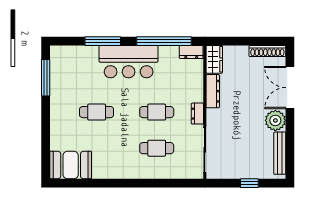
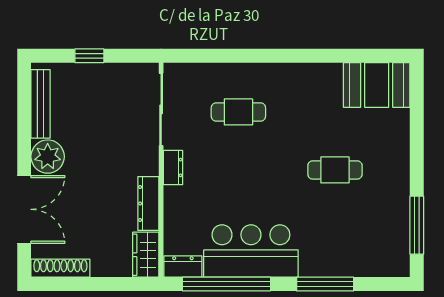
bar counter: (129, 62) -> (251, 251), moved
cafe table: (157, 112) -> (238, 170), removed

